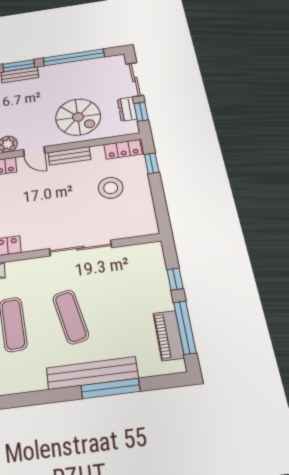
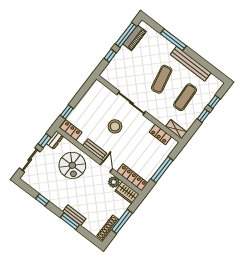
window: (74, 57) -> (42, 200), width x0.32
dresser: (127, 109) -> (55, 140), moved
spiral stairs: (78, 117) -> (72, 165), turned 180
stool: (111, 188) -> (115, 126), moved
bench: (92, 373) -> (191, 64), moved

